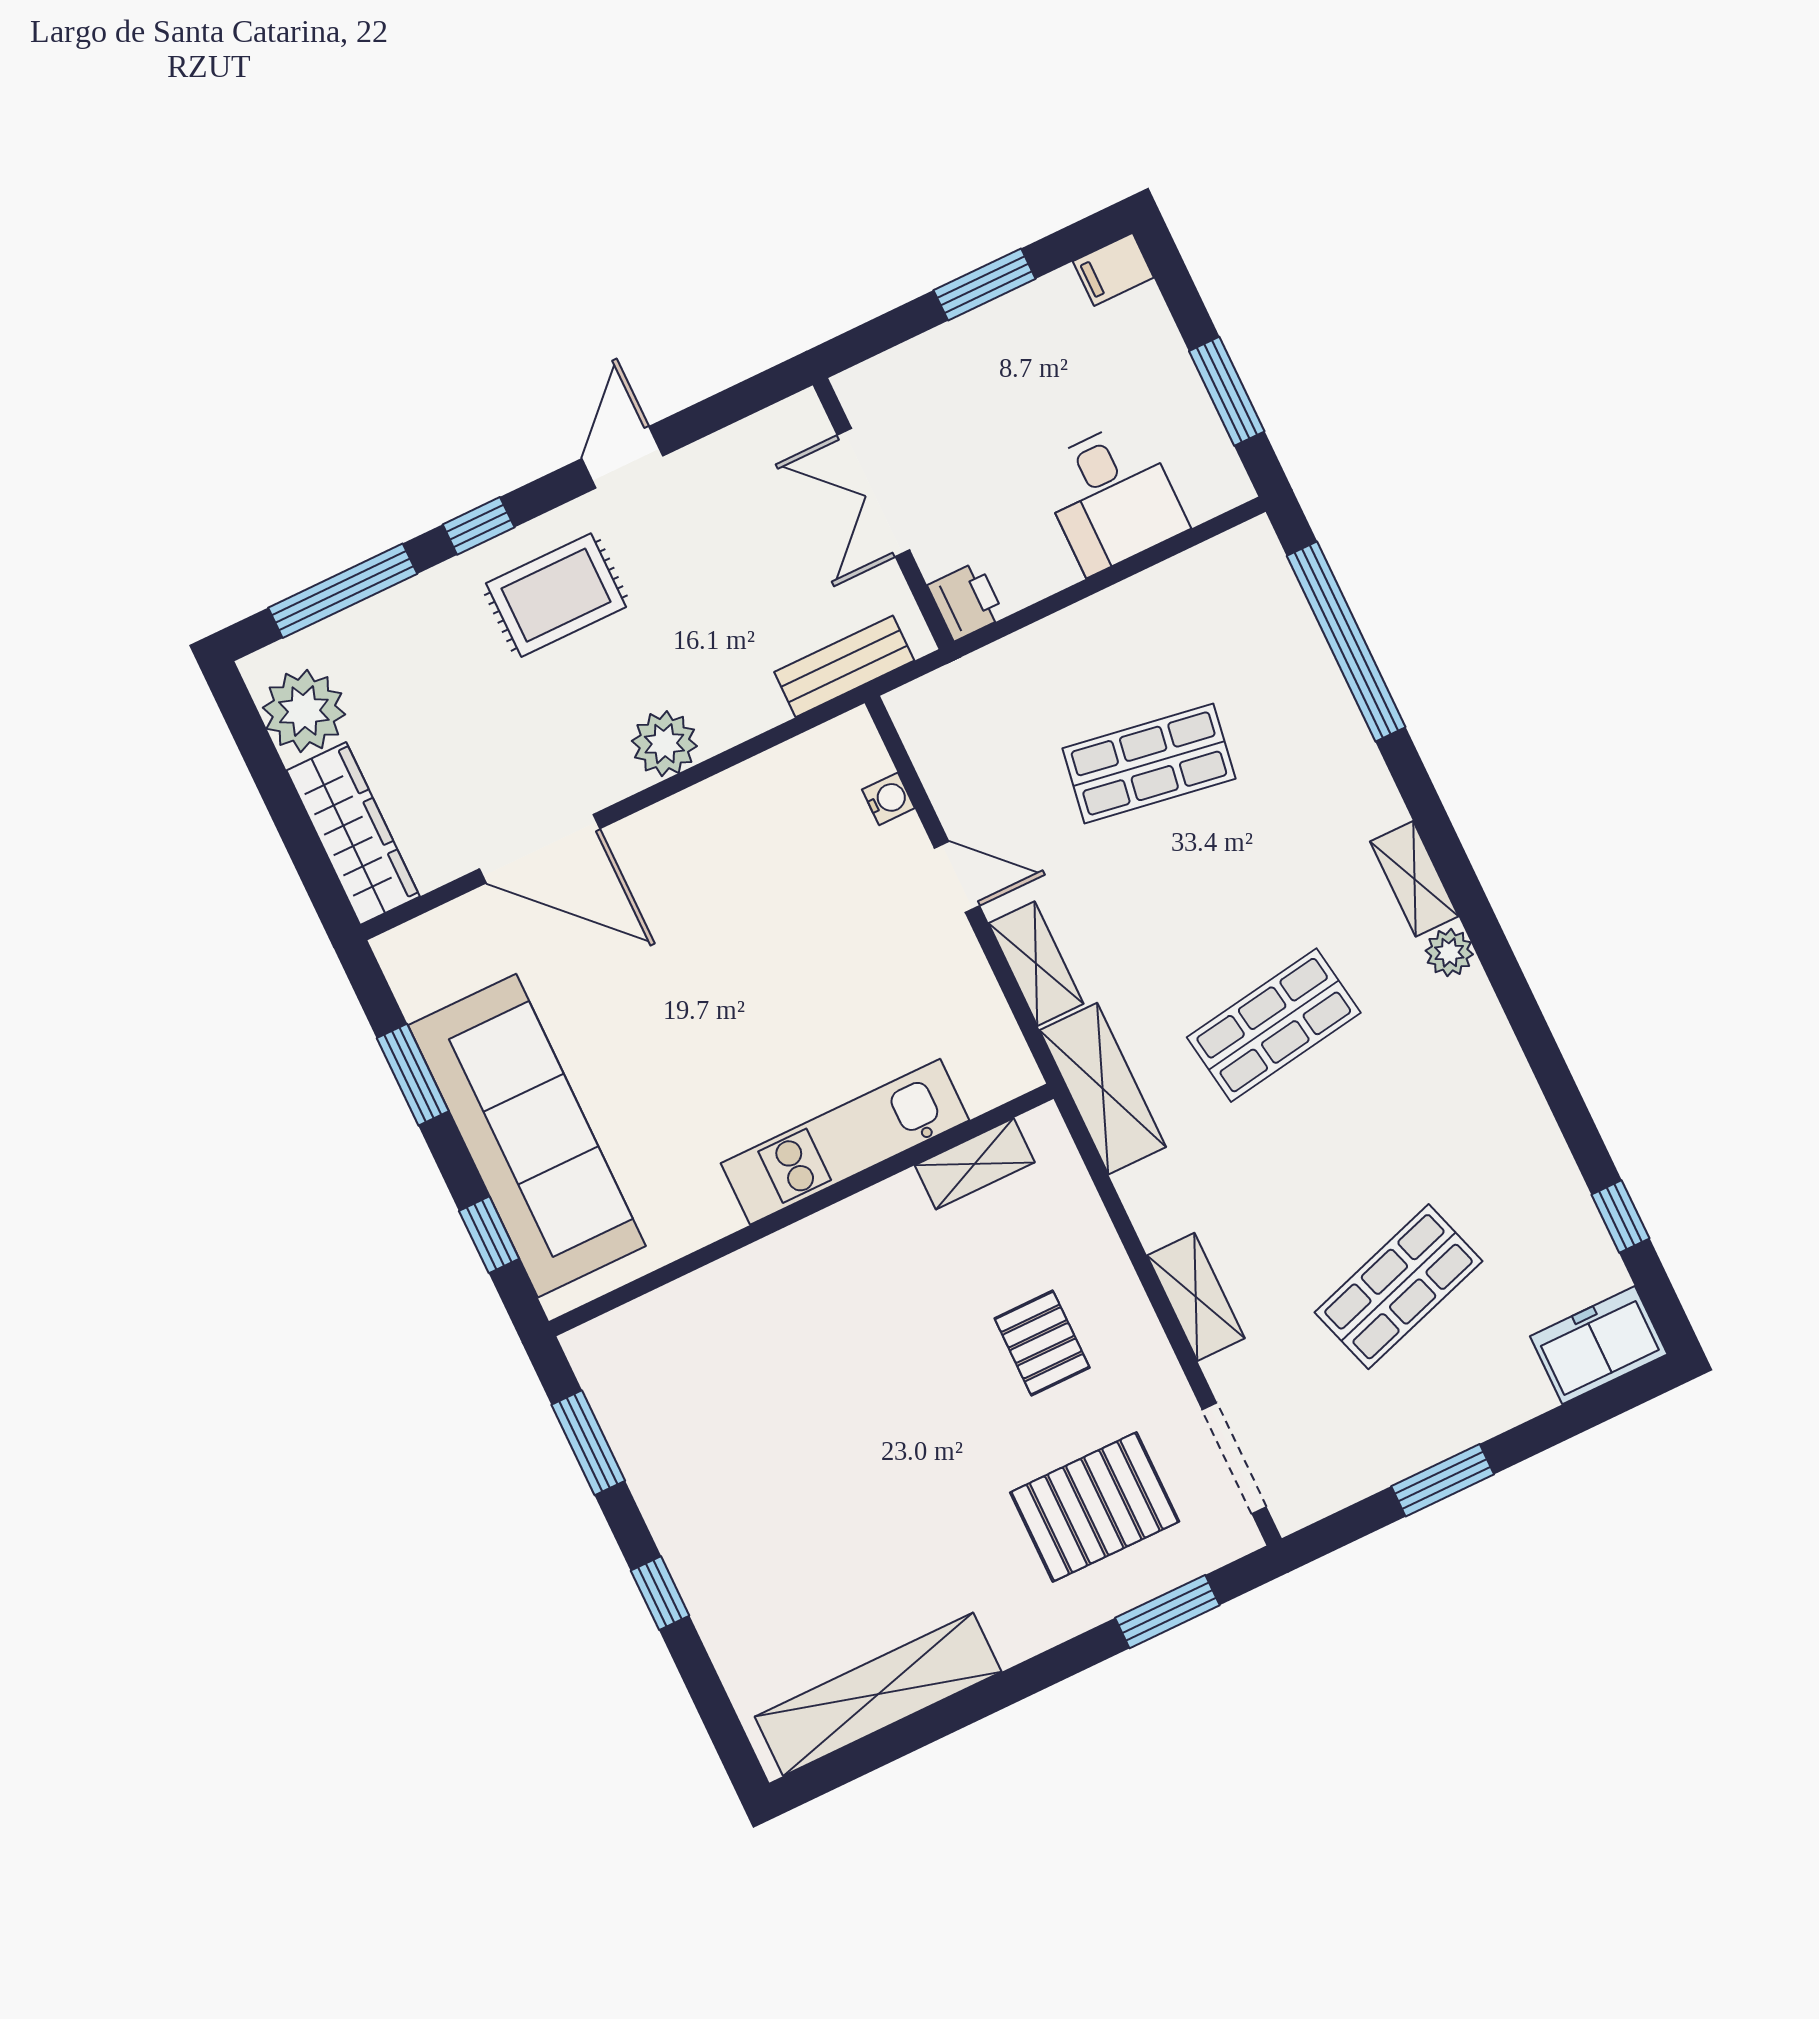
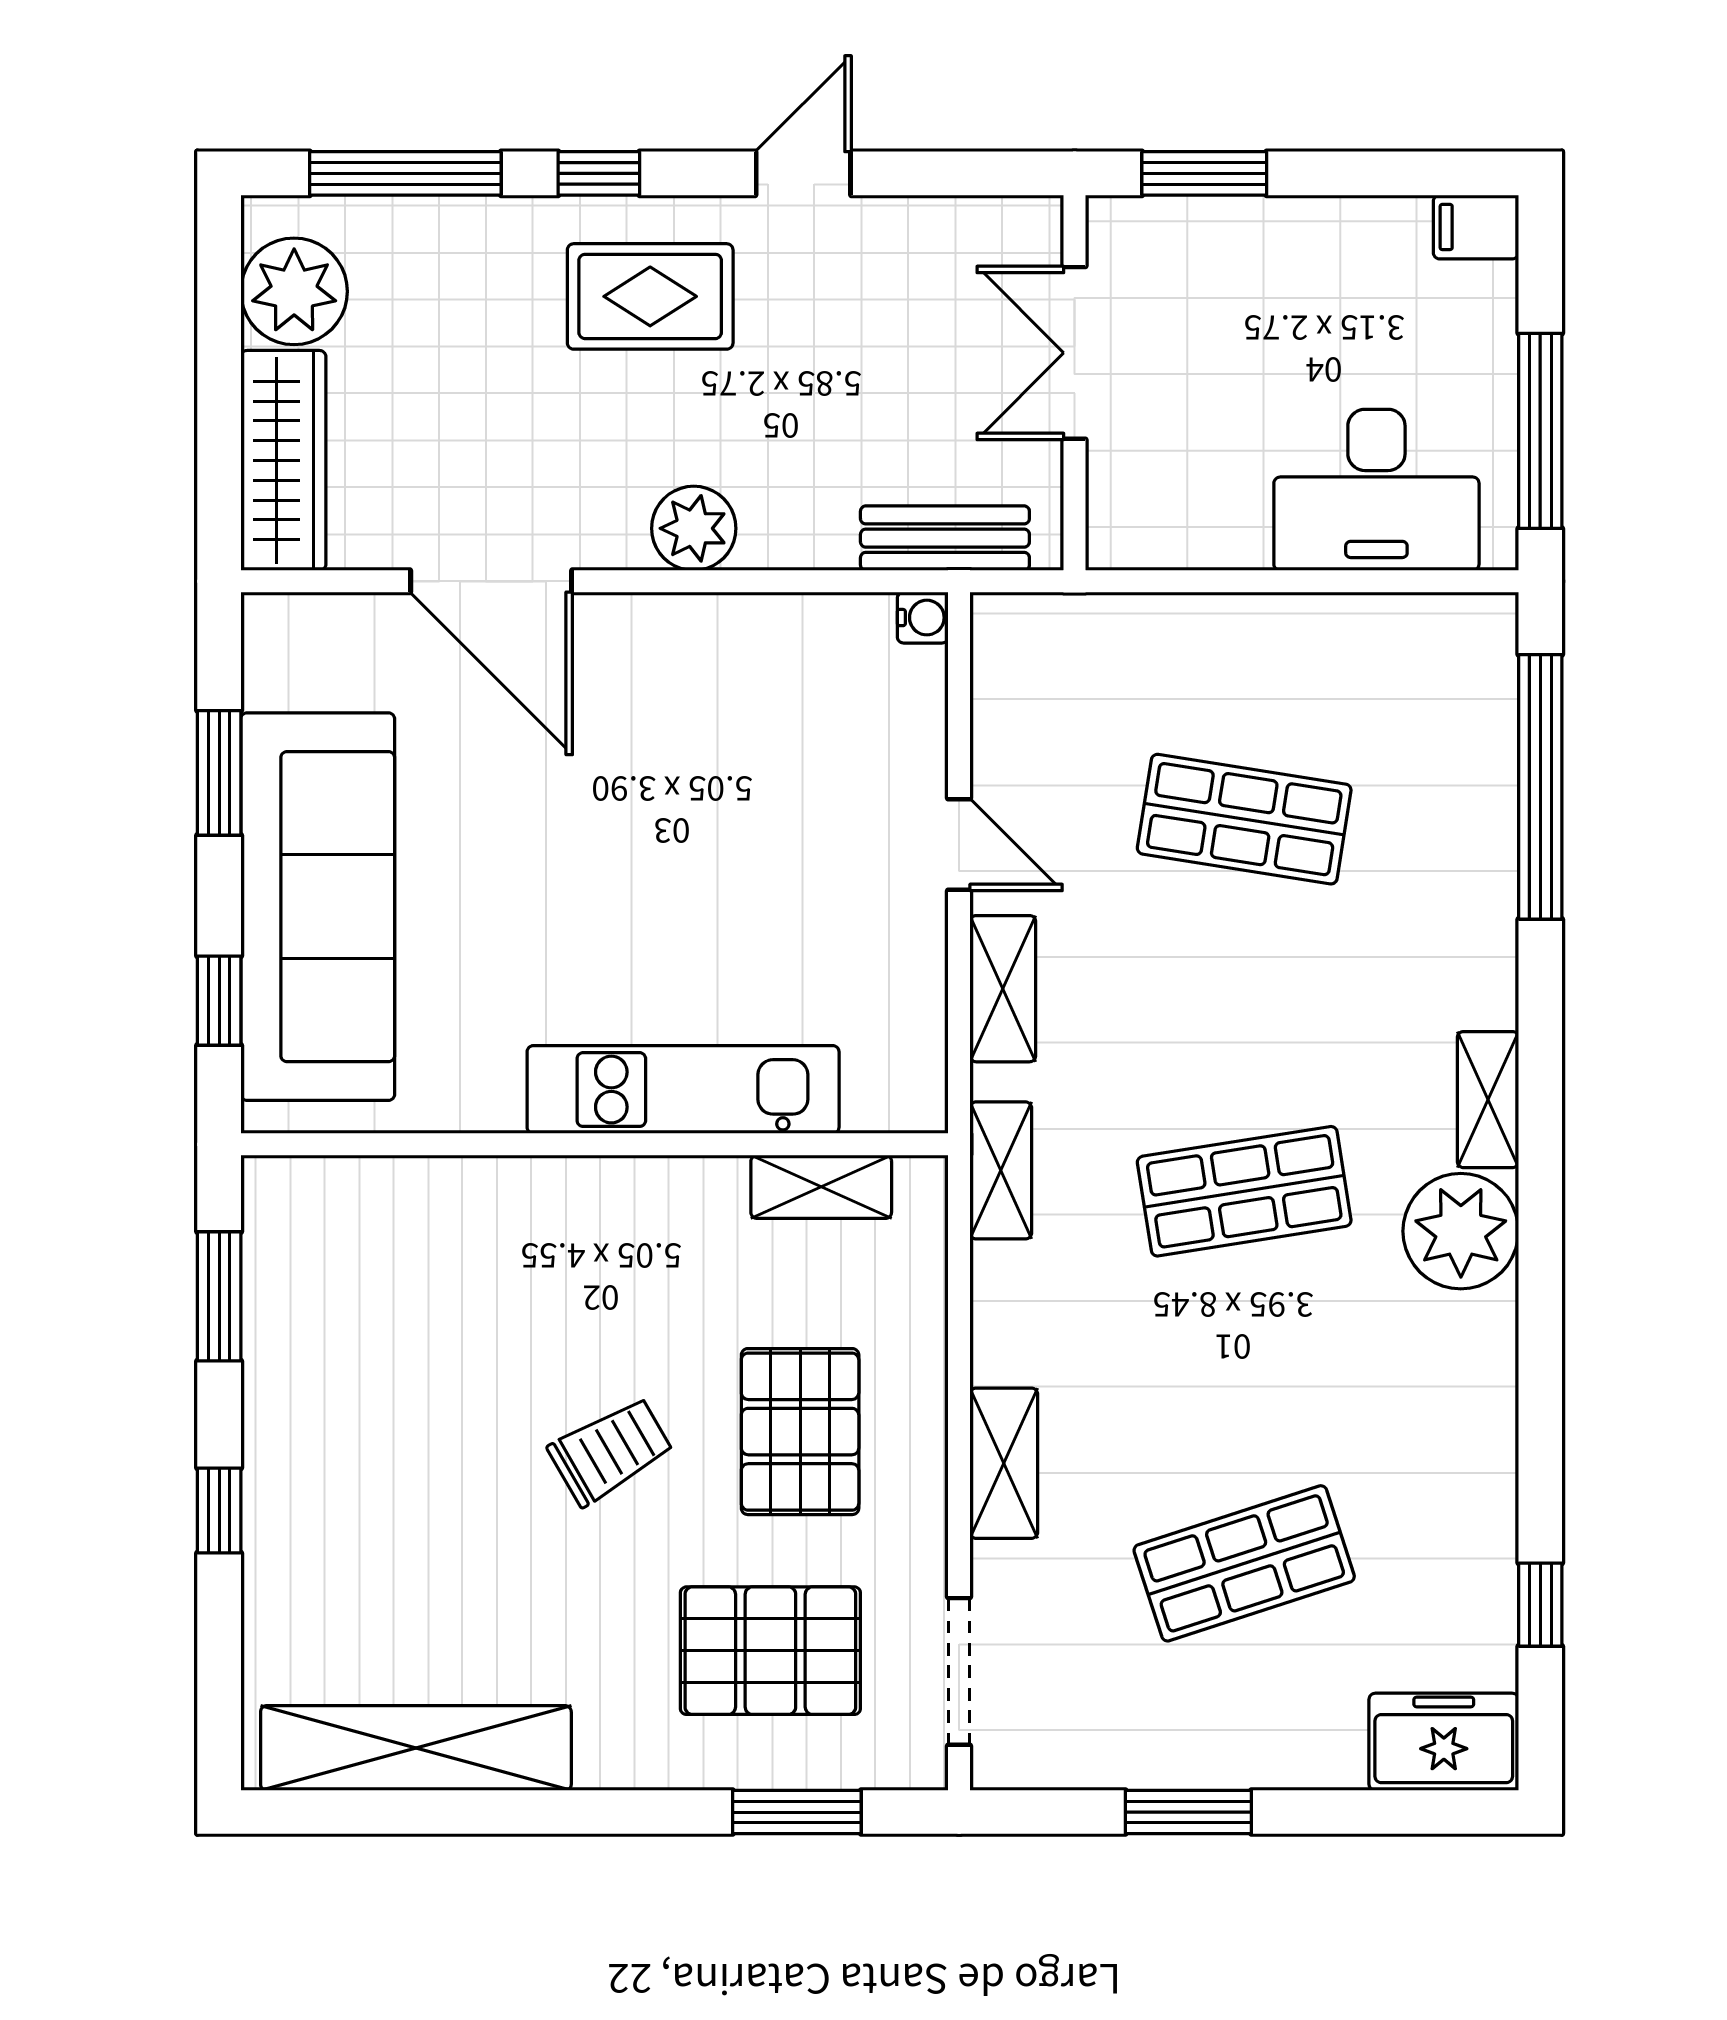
window: (985, 285) -> (1204, 173), moved
window: (1227, 391) -> (1540, 431), width x1.44
desk: (1112, 497) -> (1376, 490), width x1.37
printer: (966, 601) -> (1122, 530), removed
water cooler: (888, 799) -> (923, 618), moved
plant: (1449, 952) -> (1461, 1231), width x1.88, depth x1.88
shelving: (1103, 1089) -> (1001, 1170), width x0.67, depth x0.75
pallet: (1042, 1343) -> (800, 1432), width x1.50, depth x1.42
trolley: (915, 1420) -> (611, 1451), added

